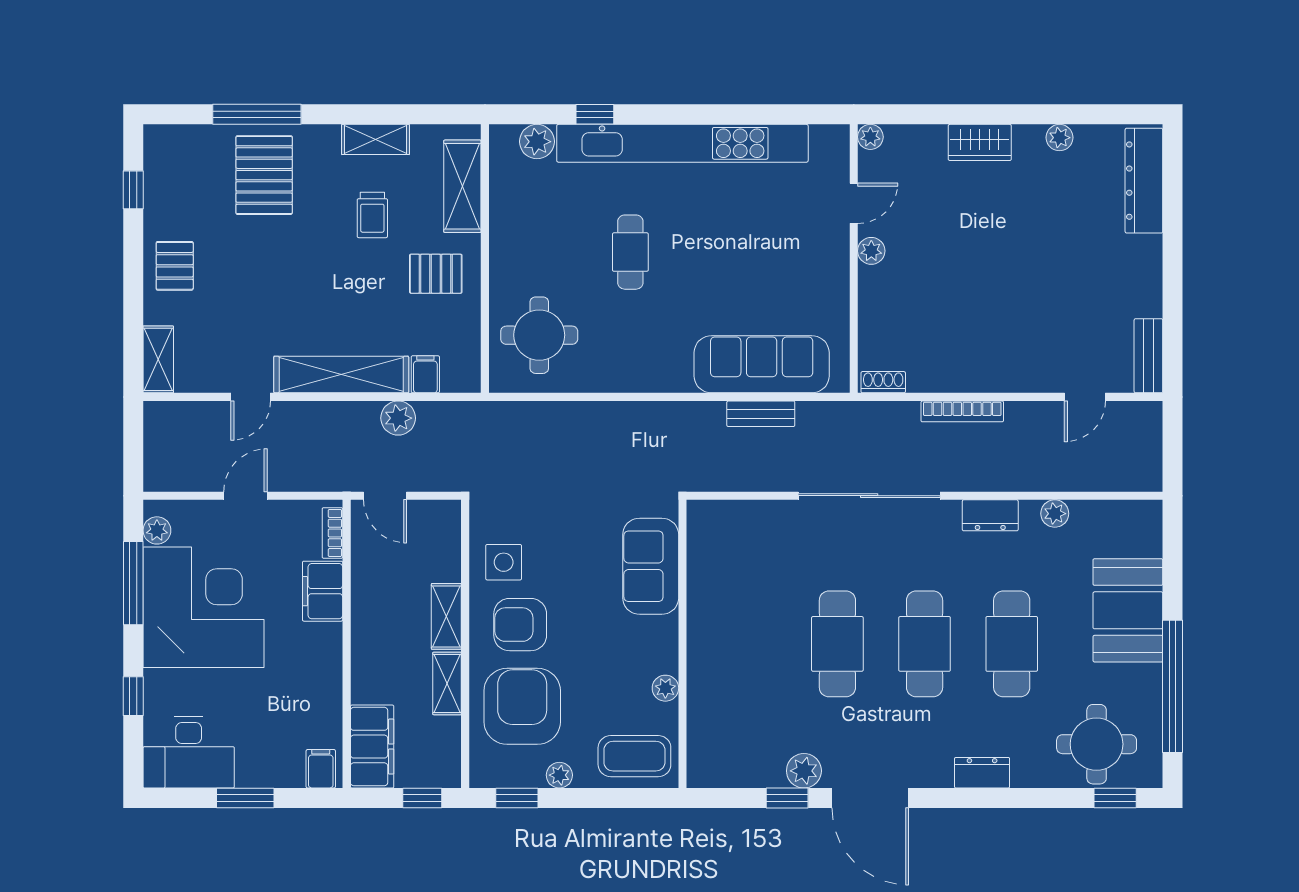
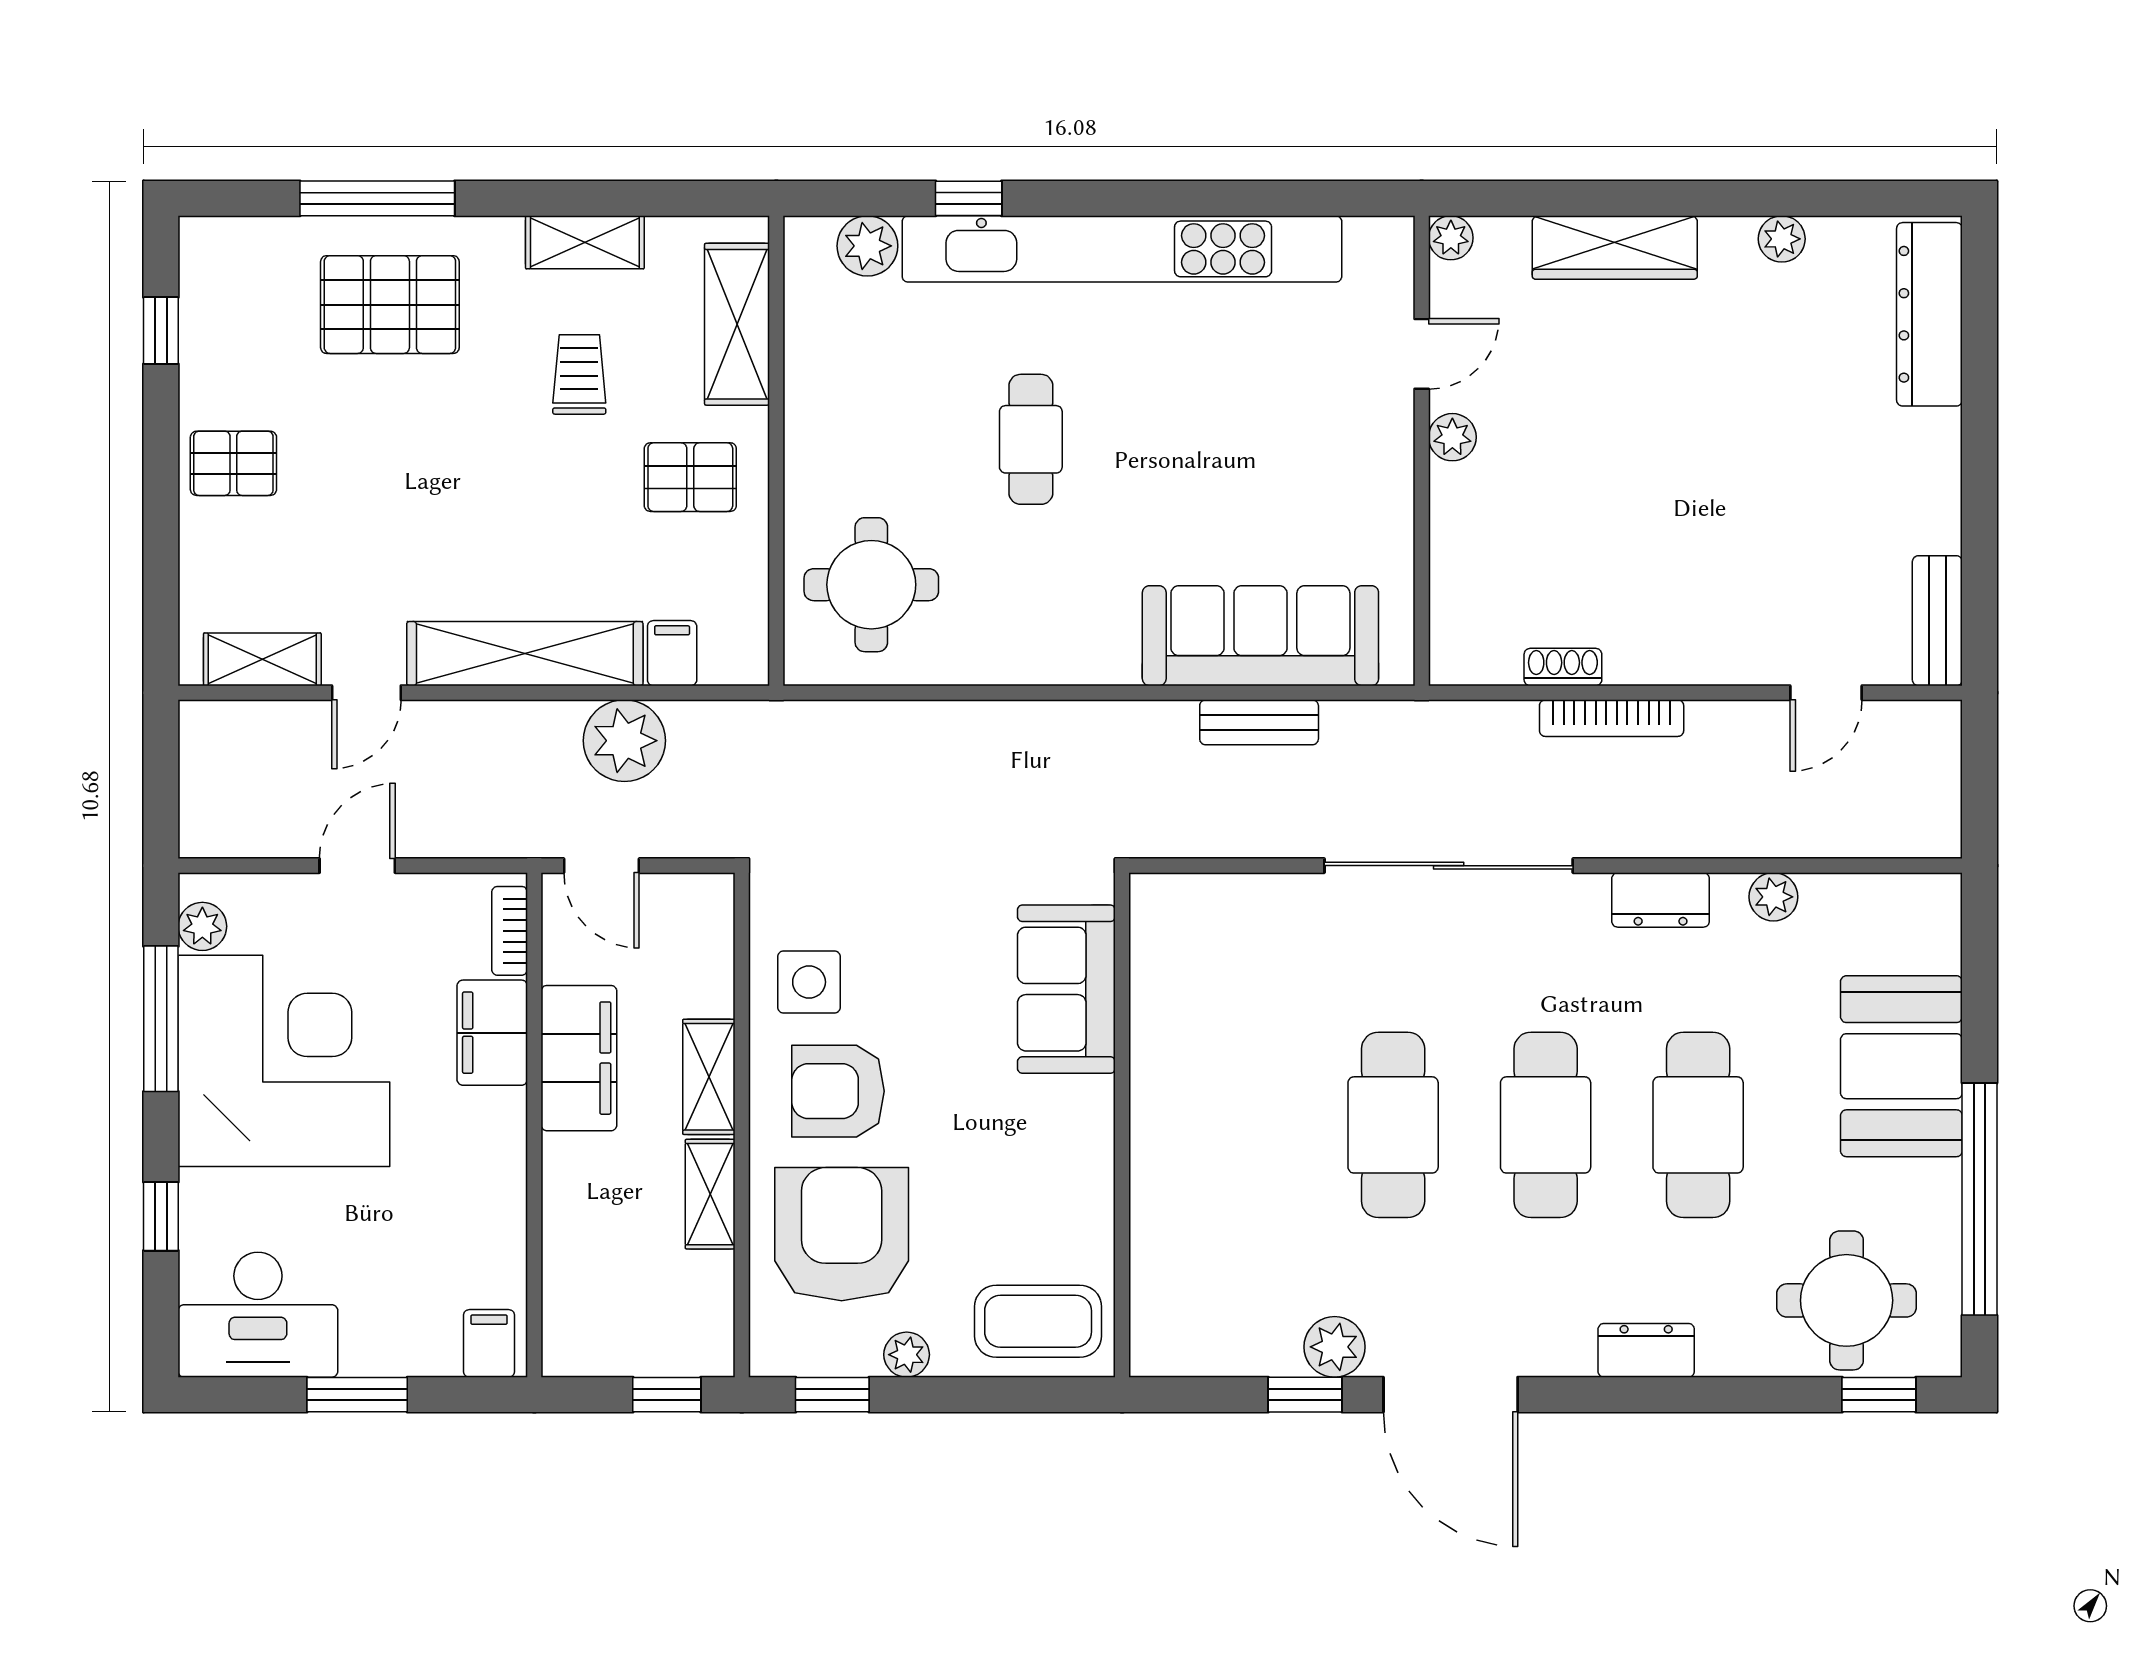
wardrobe: (980, 142) -> (1615, 247), width x1.50
pallet: (264, 175) -> (390, 305), turned 90
trolley: (372, 215) -> (579, 374), turned 180
pallet: (175, 266) -> (233, 463), turned 90
shelving: (158, 359) -> (262, 659), moved, turned 90
shoe rack: (883, 382) -> (1563, 667), moved
plant: (398, 418) -> (624, 741), width x1.36, depth x1.36
plant: (665, 688) -> (1092, 1202), removed
filing cabinet: (372, 747) -> (579, 1058), moved

